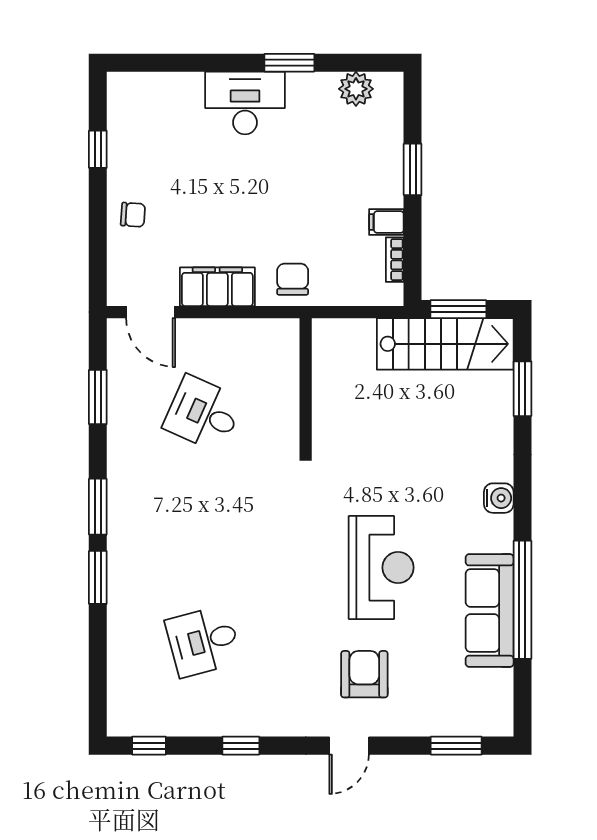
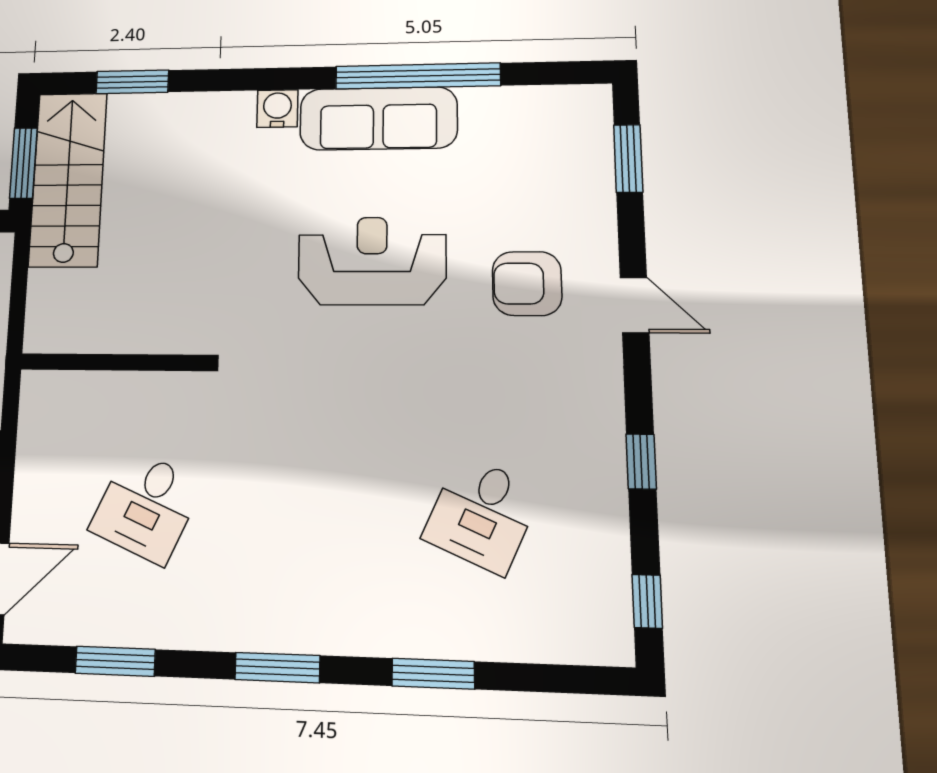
window: (98, 577) -> (433, 674), moved
sofa: (490, 611) -> (378, 118), moved
desk: (203, 641) -> (482, 514), turned 39

